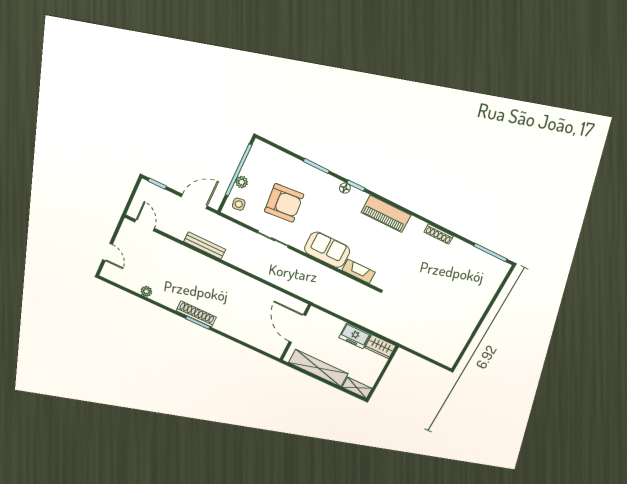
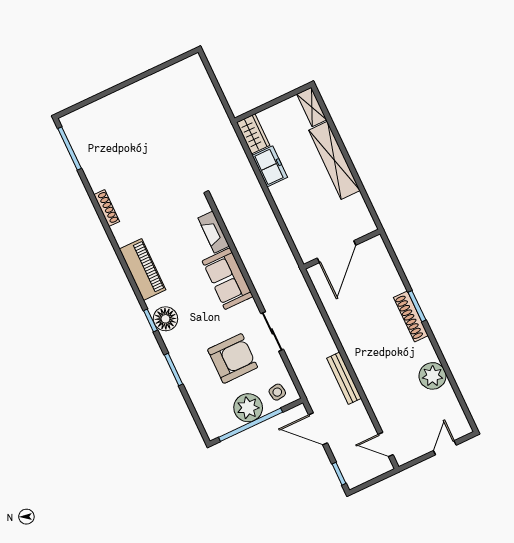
plant: (242, 182) -> (248, 408), width x1.87, depth x1.87
floor lamp: (345, 188) -> (165, 319), width x1.89, depth x1.89
armchair: (284, 203) -> (233, 358), turned 95
door: (145, 225) -> (386, 444), hinge flipped
plant: (146, 291) -> (433, 376), width x1.88, depth x1.88
door: (297, 329) -> (337, 252), moved
wall: (295, 332) -> (342, 249), moved

